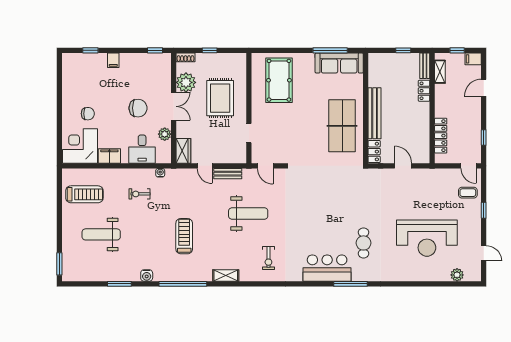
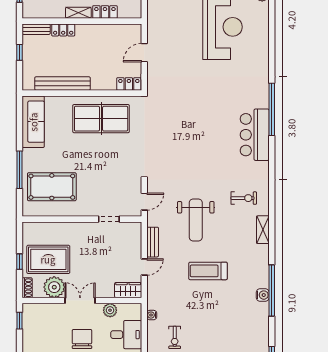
window: (330, 50) -> (20, 170), moved
shelving: (440, 72) -> (78, 13), moved
rug: (220, 98) -> (48, 259), moved
bench: (375, 113) -> (62, 83), moved
locker: (441, 136) -> (105, 12), width x0.66
weight bench: (248, 213) -> (196, 220), turned 180
treadmill: (184, 236) -> (208, 271), moved
cafe table: (363, 243) -> (228, 95), removed
water cooler: (147, 275) -> (263, 295), moved
shelving: (226, 276) -> (263, 230), moved
window: (351, 284) -> (272, 109), width x1.46

